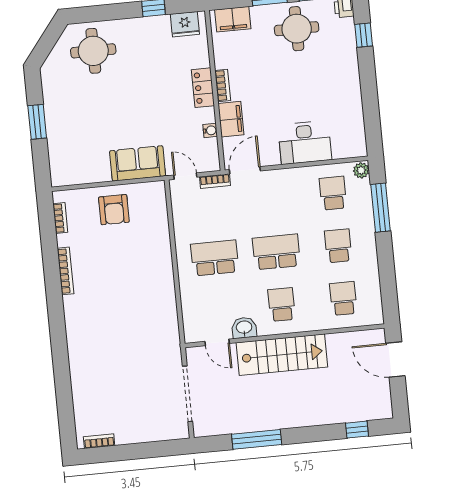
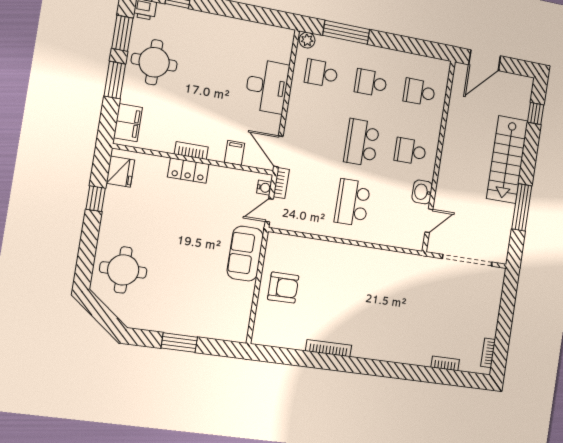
filing cabinet: (231, 119) -> (234, 153), width x0.50
water cooler: (210, 130) -> (264, 188), moved, turned 90
bookcase: (60, 218) -> (445, 363), moved
stairs: (282, 355) -> (507, 160), moved, turned 180

